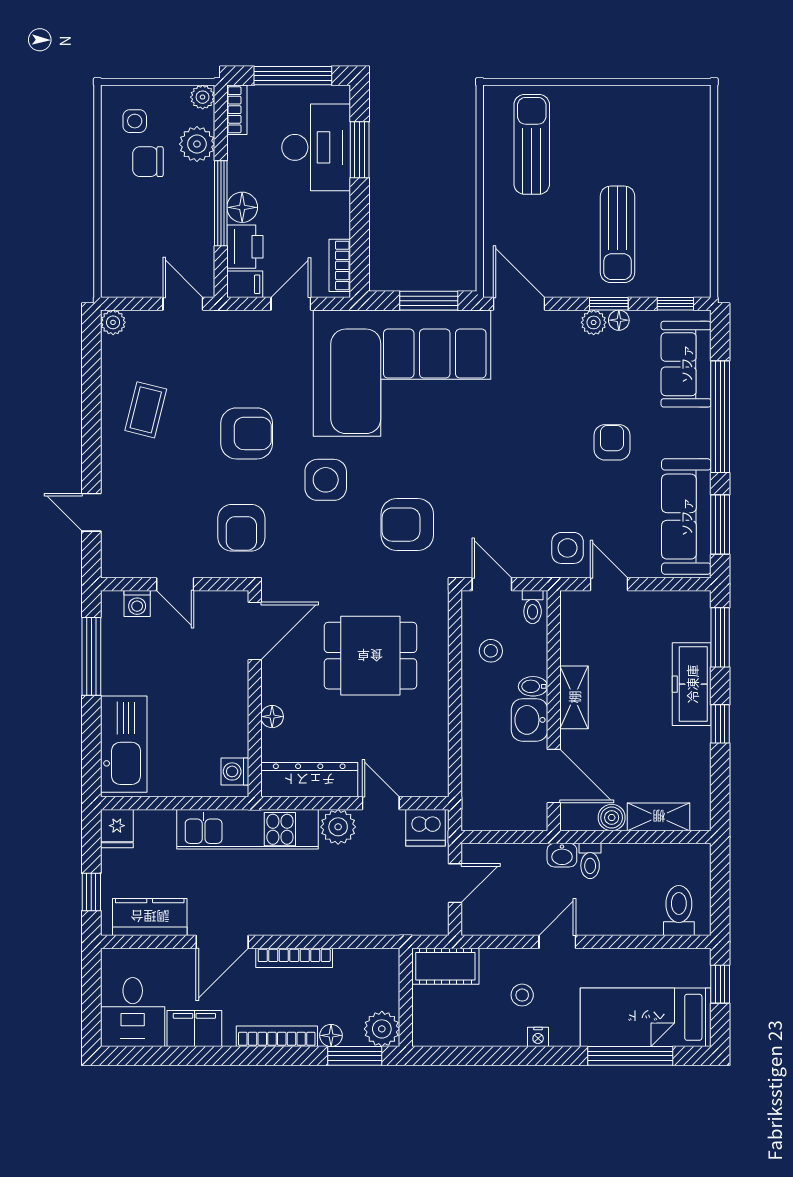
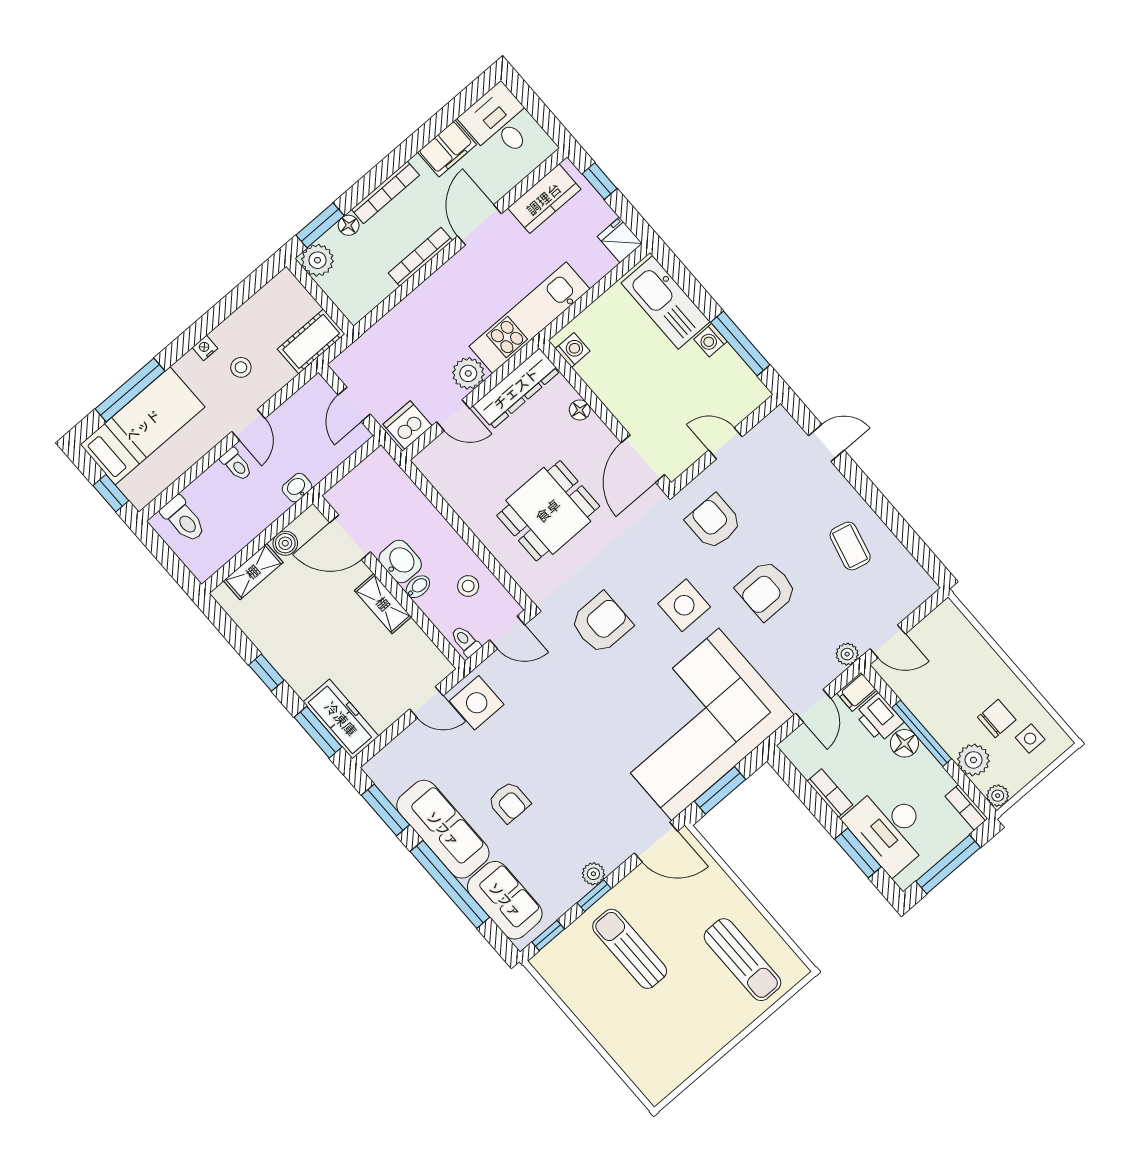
bookcase: (340, 265) -> (830, 793), moved
floor lamp: (619, 320) -> (577, 890), removed
plant: (113, 322) -> (847, 654), moved
sofa: (686, 517) -> (443, 829), moved
side table: (568, 548) -> (477, 703), width x1.37, depth x1.37
washing machine: (137, 603) -> (711, 340), moved, turned -90
freezer: (692, 684) -> (341, 719), moved
toilet: (590, 861) -> (236, 464), moved, turned 180

